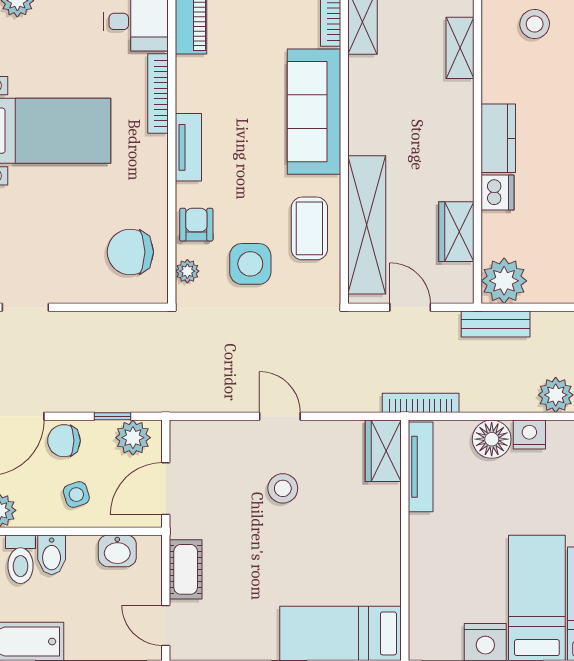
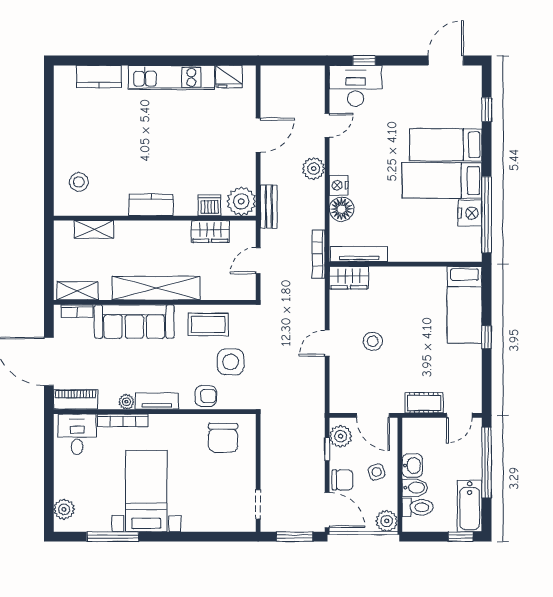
dishwasher: (497, 193) -> (210, 205), moved
armchair: (196, 225) -> (206, 396), turned 180
shelving: (367, 225) -> (156, 288), moved
plant: (187, 271) -> (126, 402), moved
chair: (64, 441) -> (343, 480), turned -90
washbasin: (117, 551) -> (412, 465), moved

